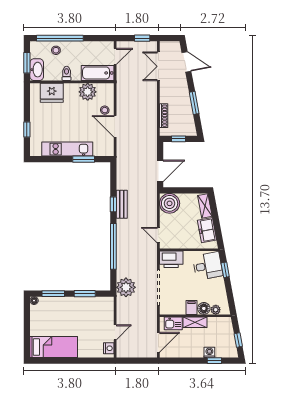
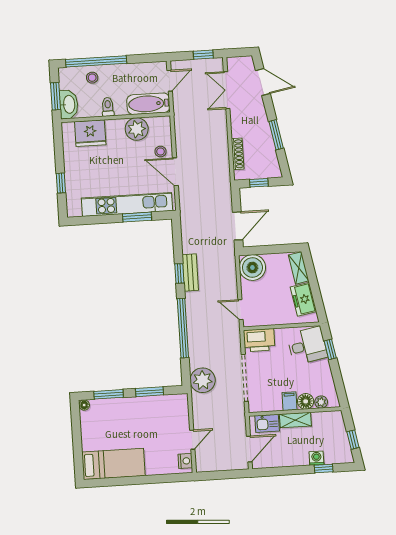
kitchen unit: (67, 149) -> (127, 204), width x1.36

